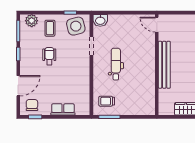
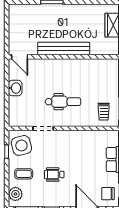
washbasin: (100, 20) -> (15, 88), moved
door: (157, 25) -> (20, 57), hinge flipped
dental chair: (116, 64) -> (63, 102), turned 180

